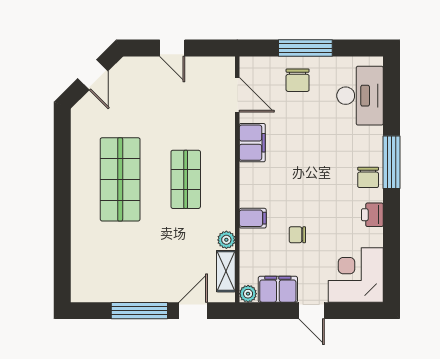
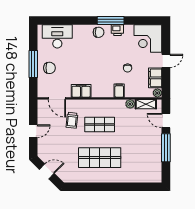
door: (237, 95) -> (57, 98), swing flipped
trolley: (194, 125) -> (72, 120), added
window: (392, 162) -> (111, 20), moved

